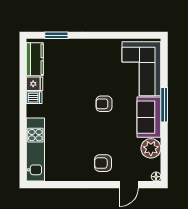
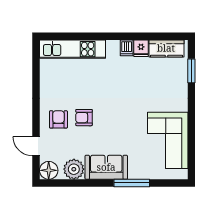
corner sofa: (141, 69) -> (168, 140), moved, turned -90
armchair: (104, 104) -> (84, 118), moved, turned -90
window: (164, 105) -> (132, 183), moved
floor lamp: (156, 177) -> (49, 170), width x1.89, depth x1.89

